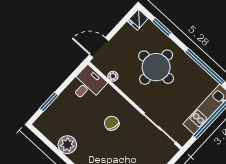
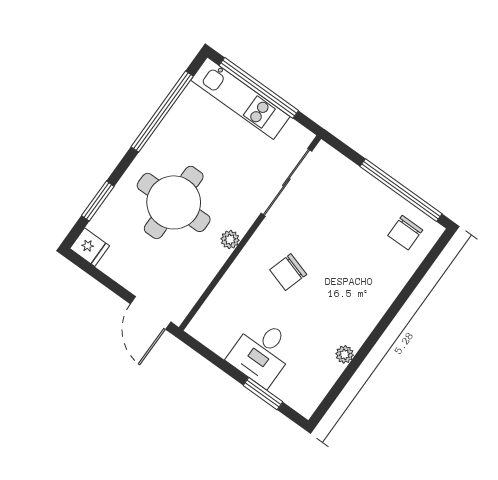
plant: (113, 76) -> (230, 240), moved
desk: (88, 84) -> (262, 352), moved, turned -90
plant: (67, 145) -> (345, 354), width x0.53, depth x0.53

